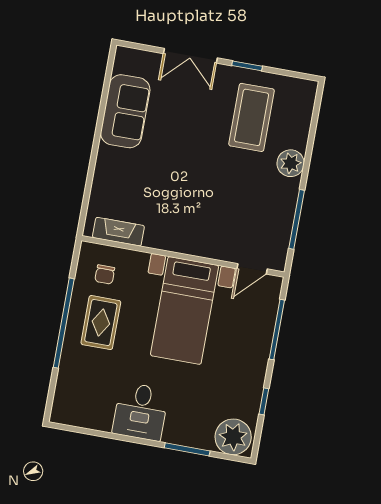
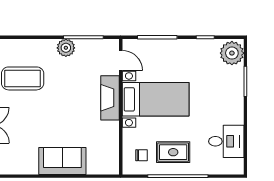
sofa: (125, 111) -> (62, 161), moved
plant: (291, 163) -> (66, 48), moved
fireplace: (118, 232) -> (110, 98), moved, width x1.37, depth x1.32
desk: (140, 412) -> (226, 141), moved

